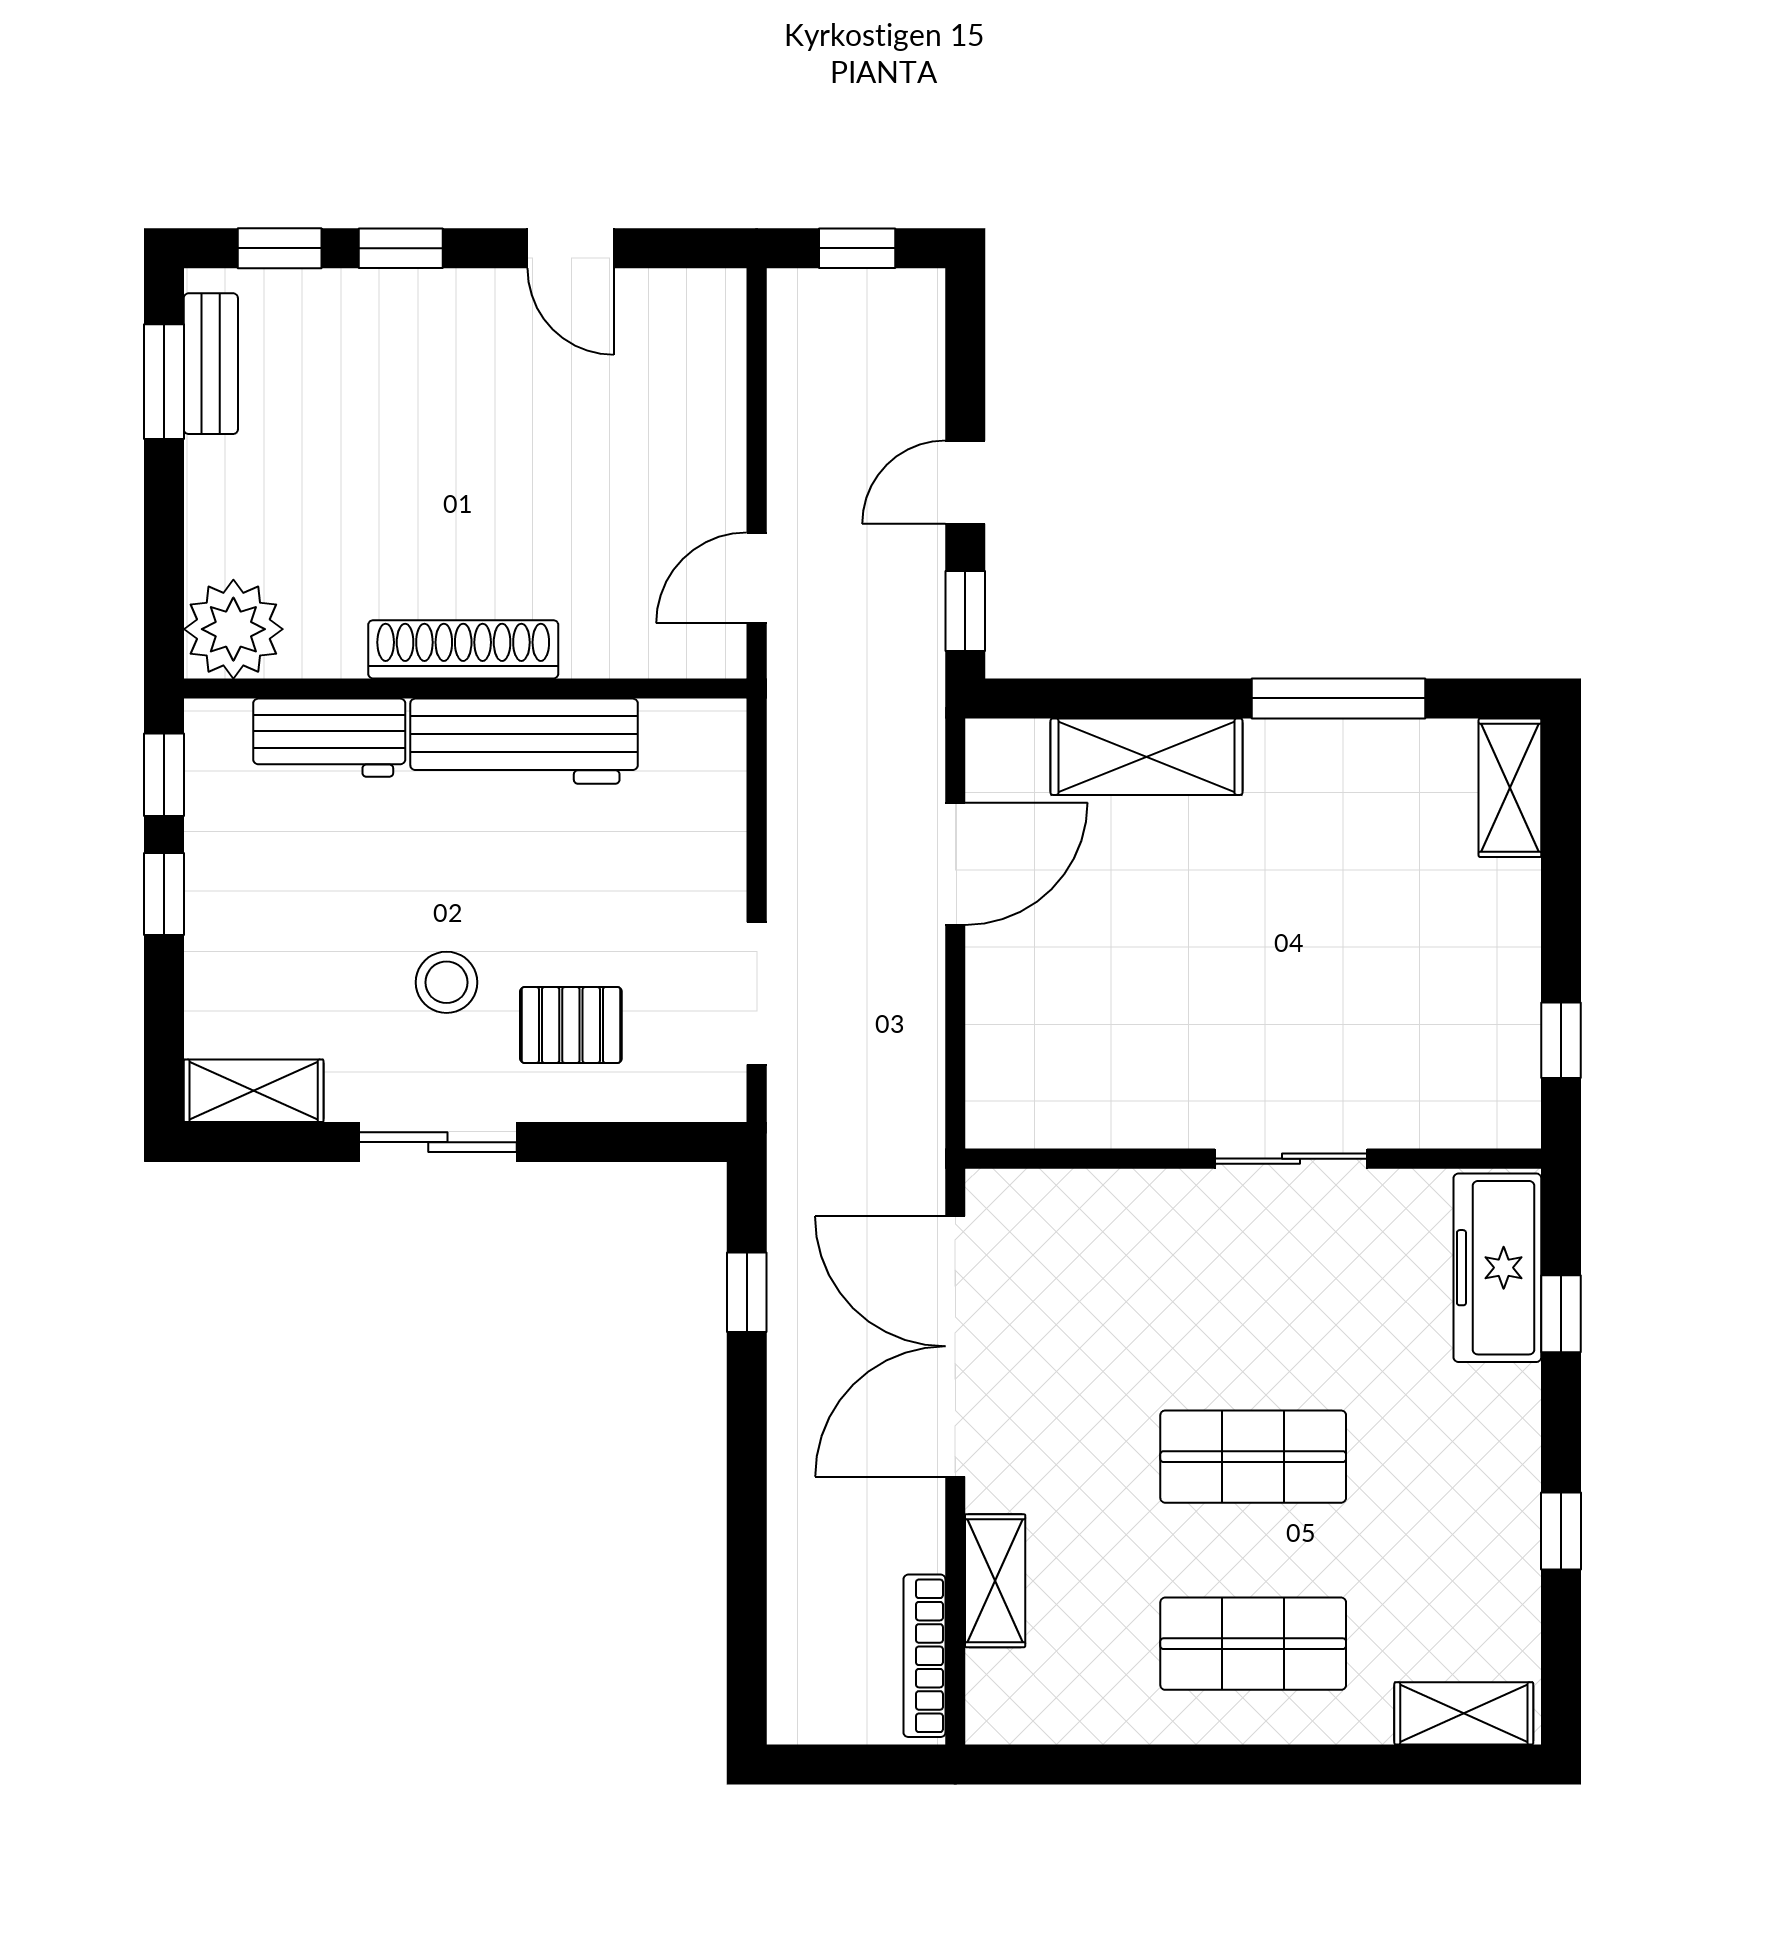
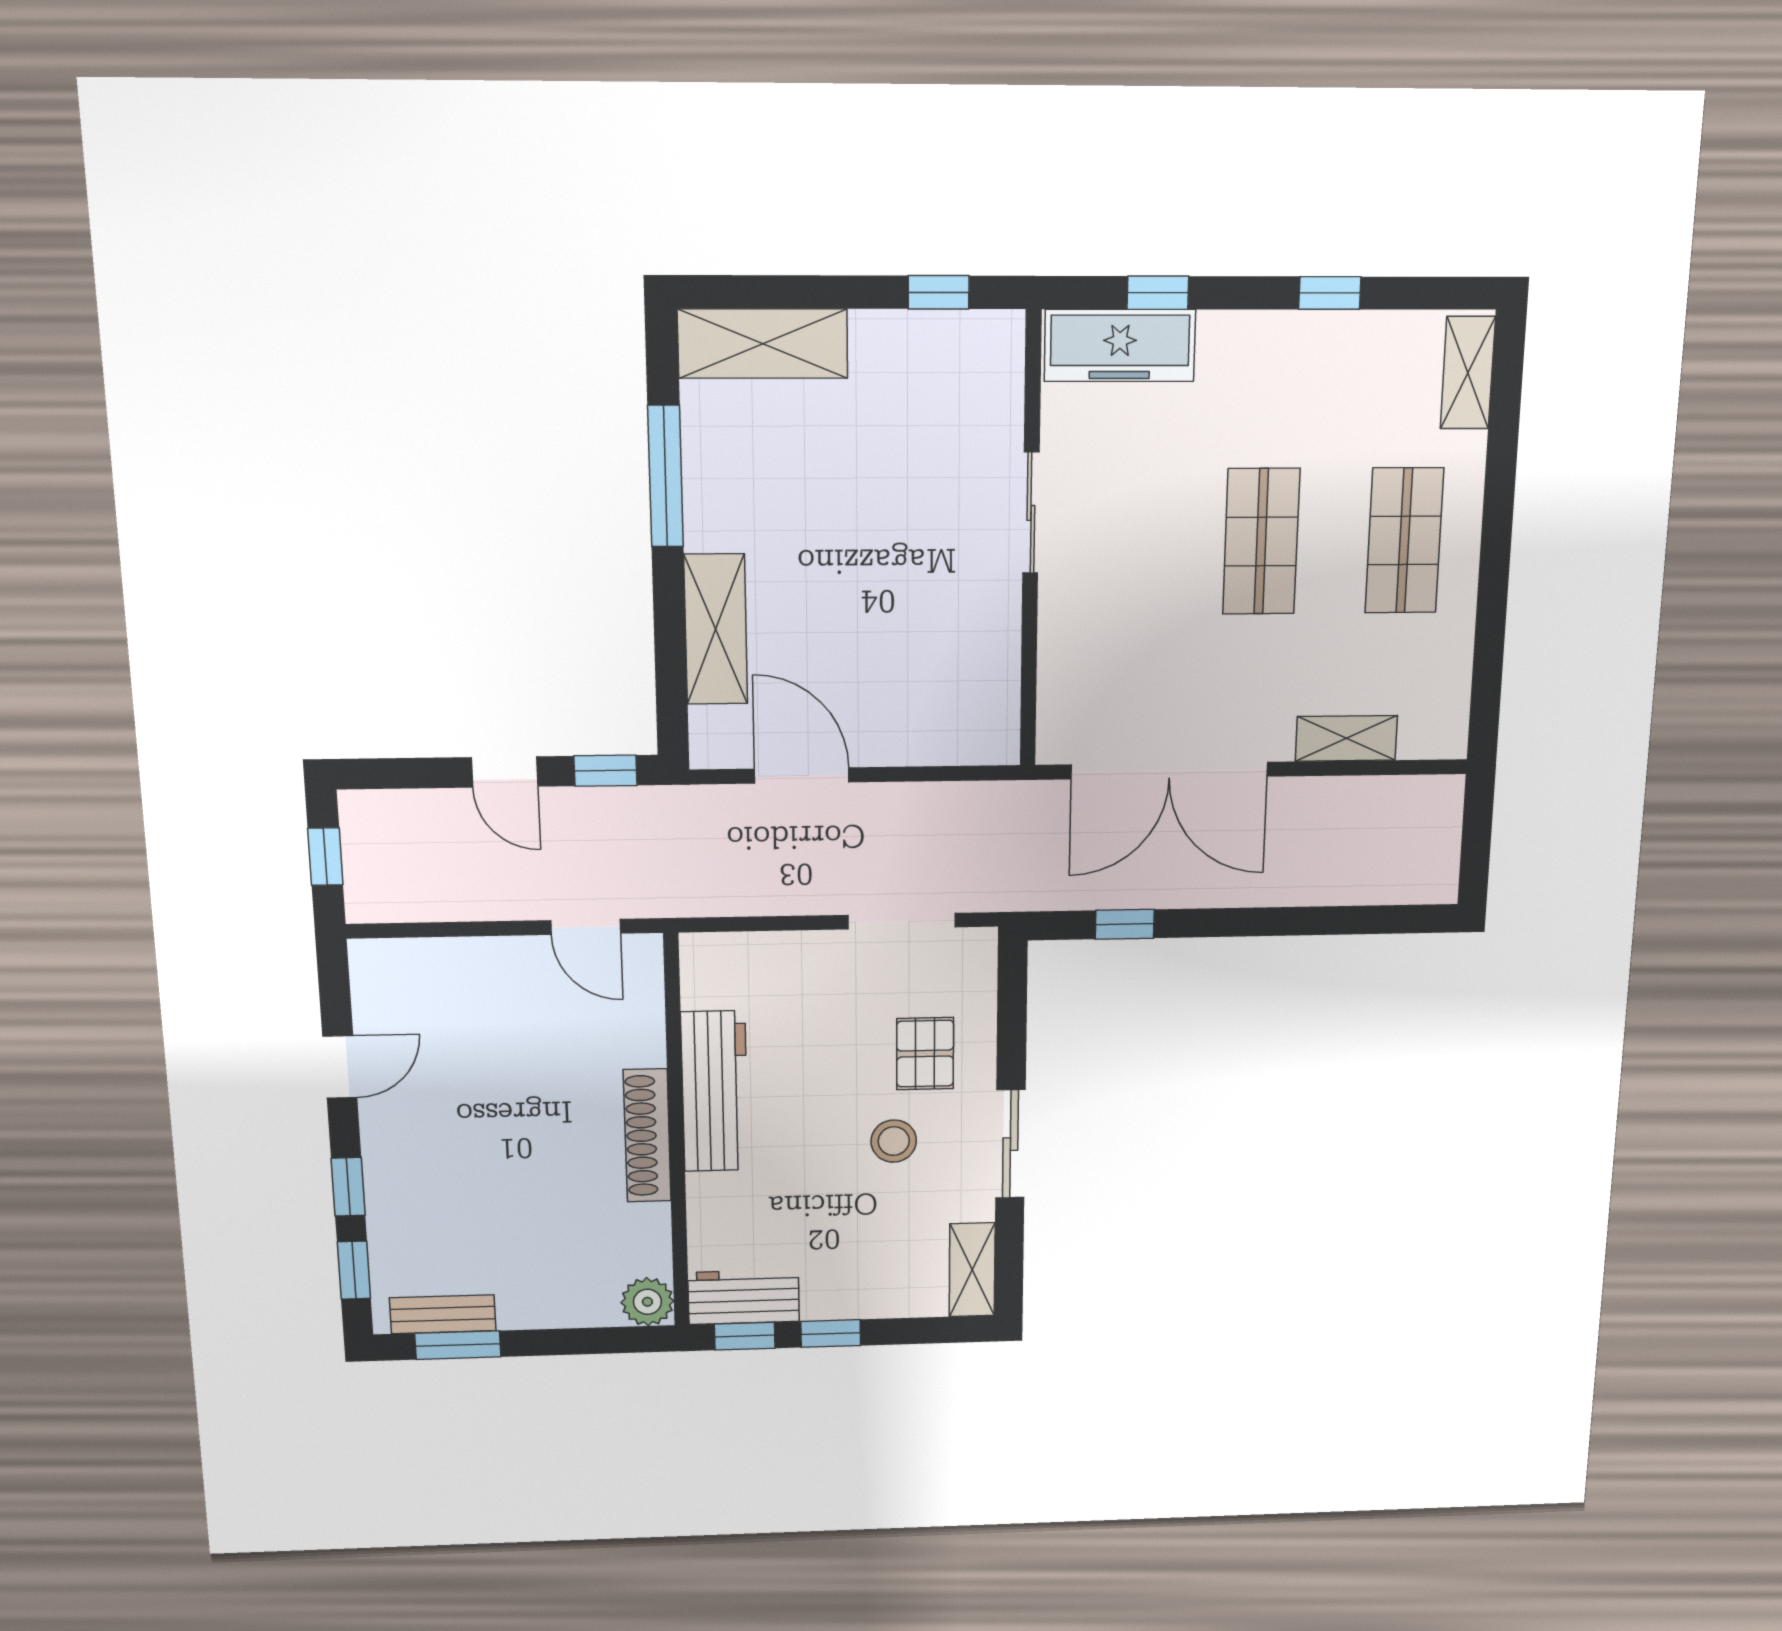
plant: (233, 629) -> (647, 1302), width x0.73, depth x0.73
workbench: (329, 738) -> (744, 1297), moved, turned -90
shelving: (1510, 788) -> (763, 344), width x1.50, depth x1.33
bookcase: (924, 1656) -> (1399, 790), removed

